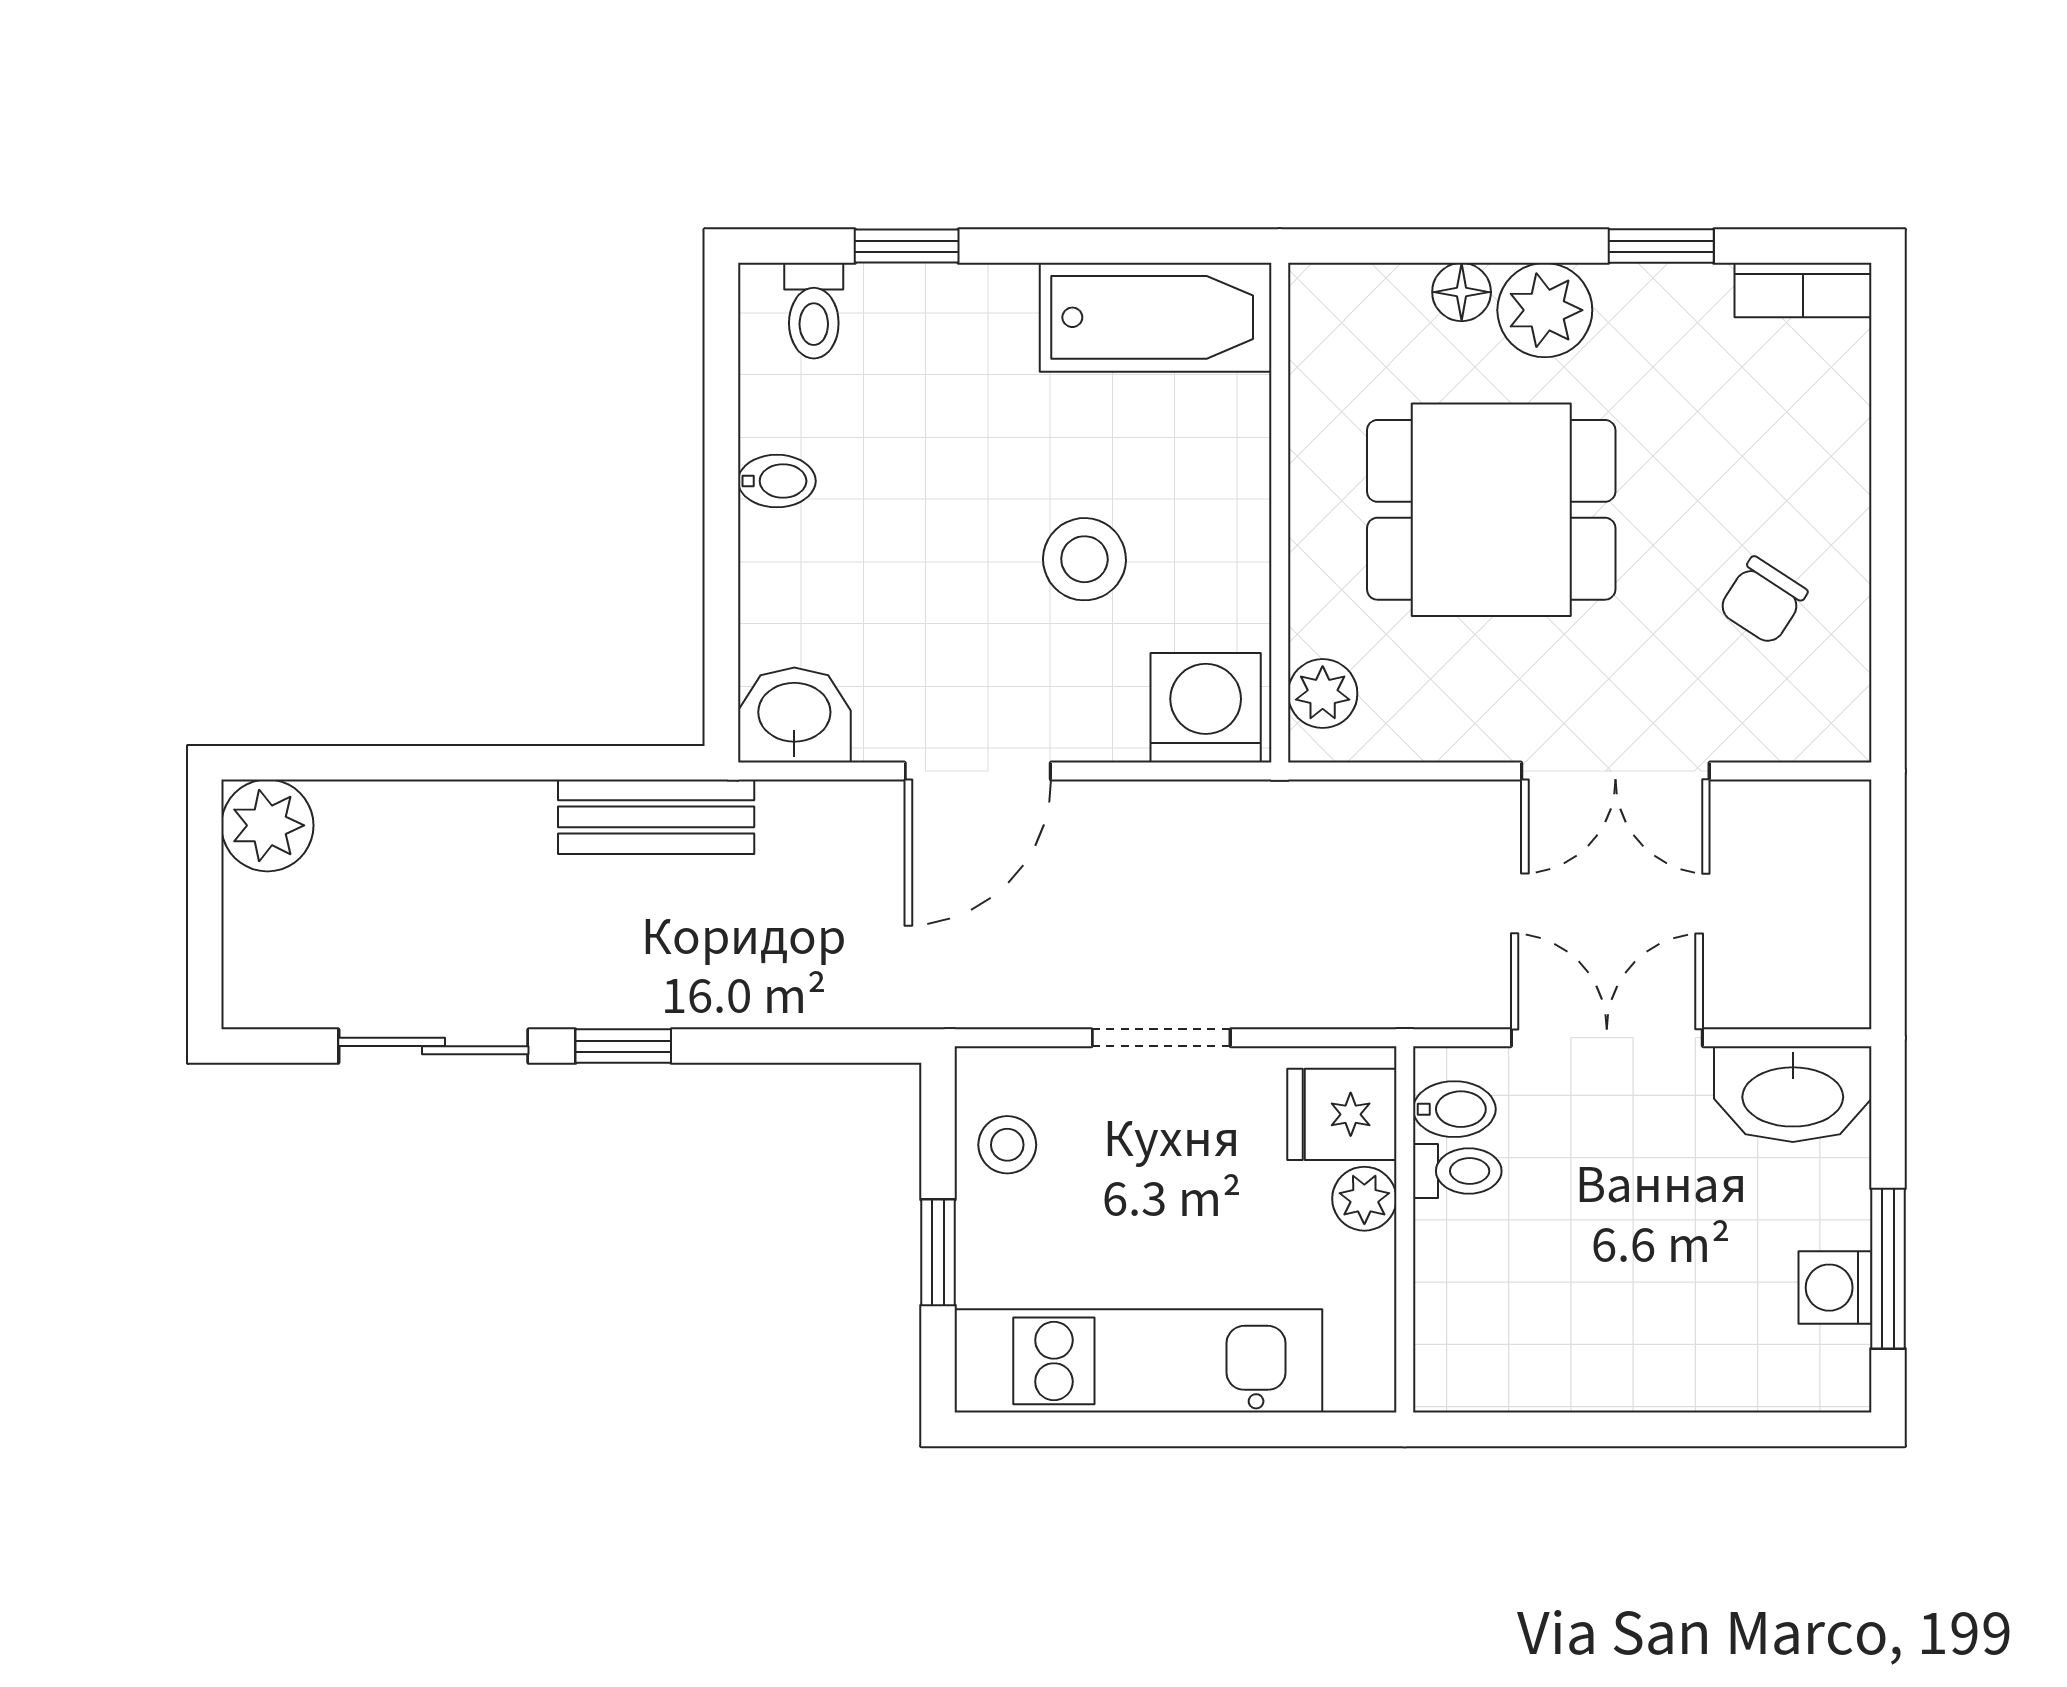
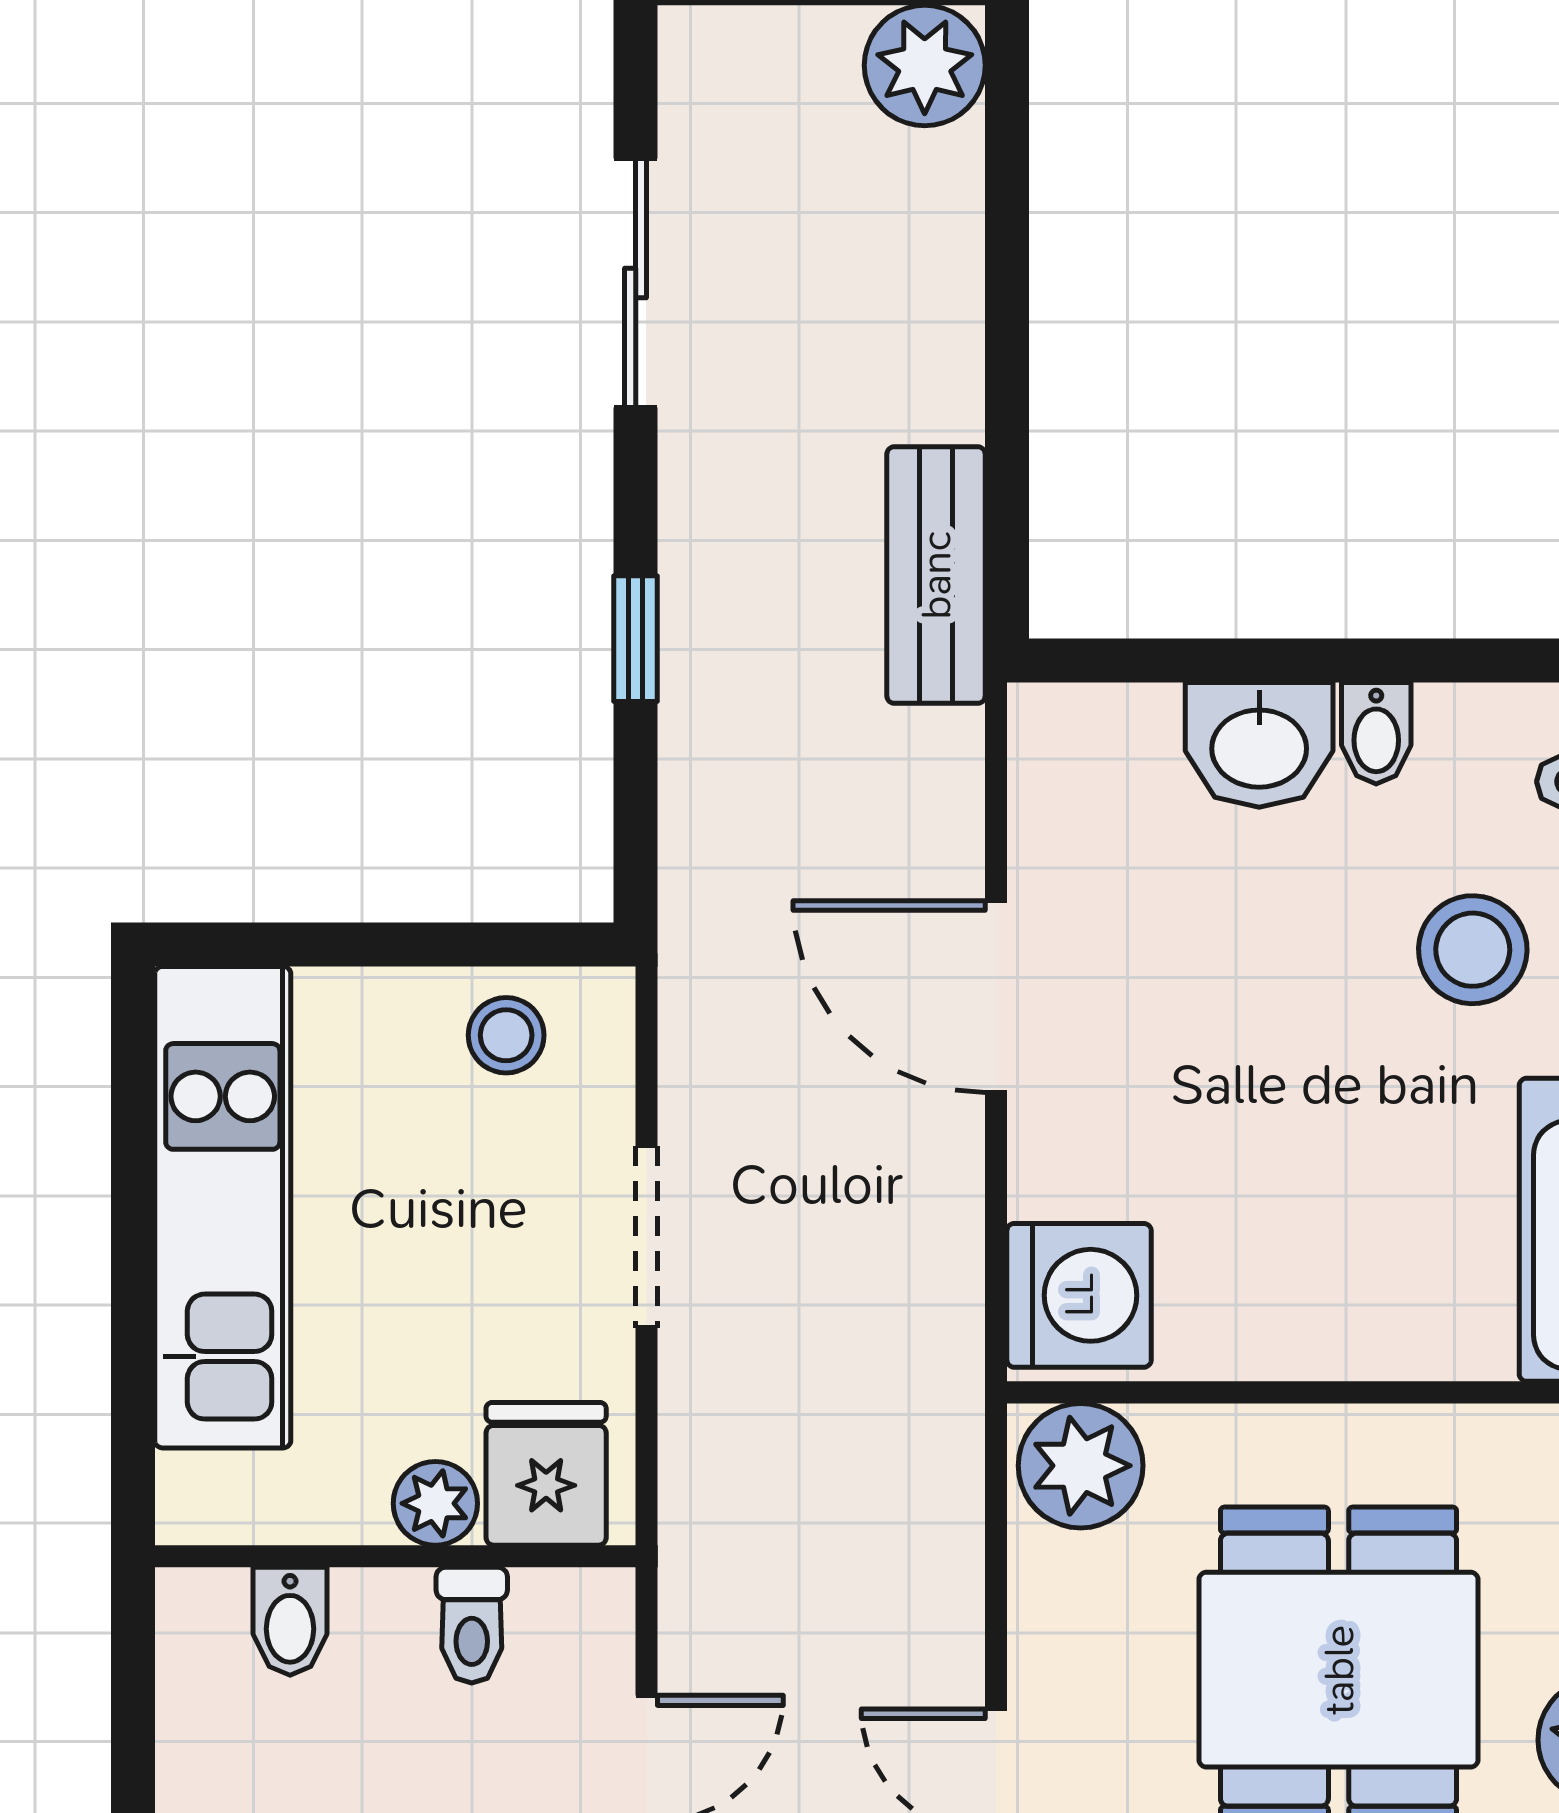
stool: (1084, 559) -> (1473, 950), moved
plant: (1323, 694) -> (1081, 1466), width x1.38, depth x1.38
washbasin: (794, 715) -> (1259, 745), moved, turned 90
window: (623, 1046) -> (636, 639), moved
bidet: (1454, 1109) -> (290, 1621), moved
window: (938, 1252) -> (365, 945), removed

